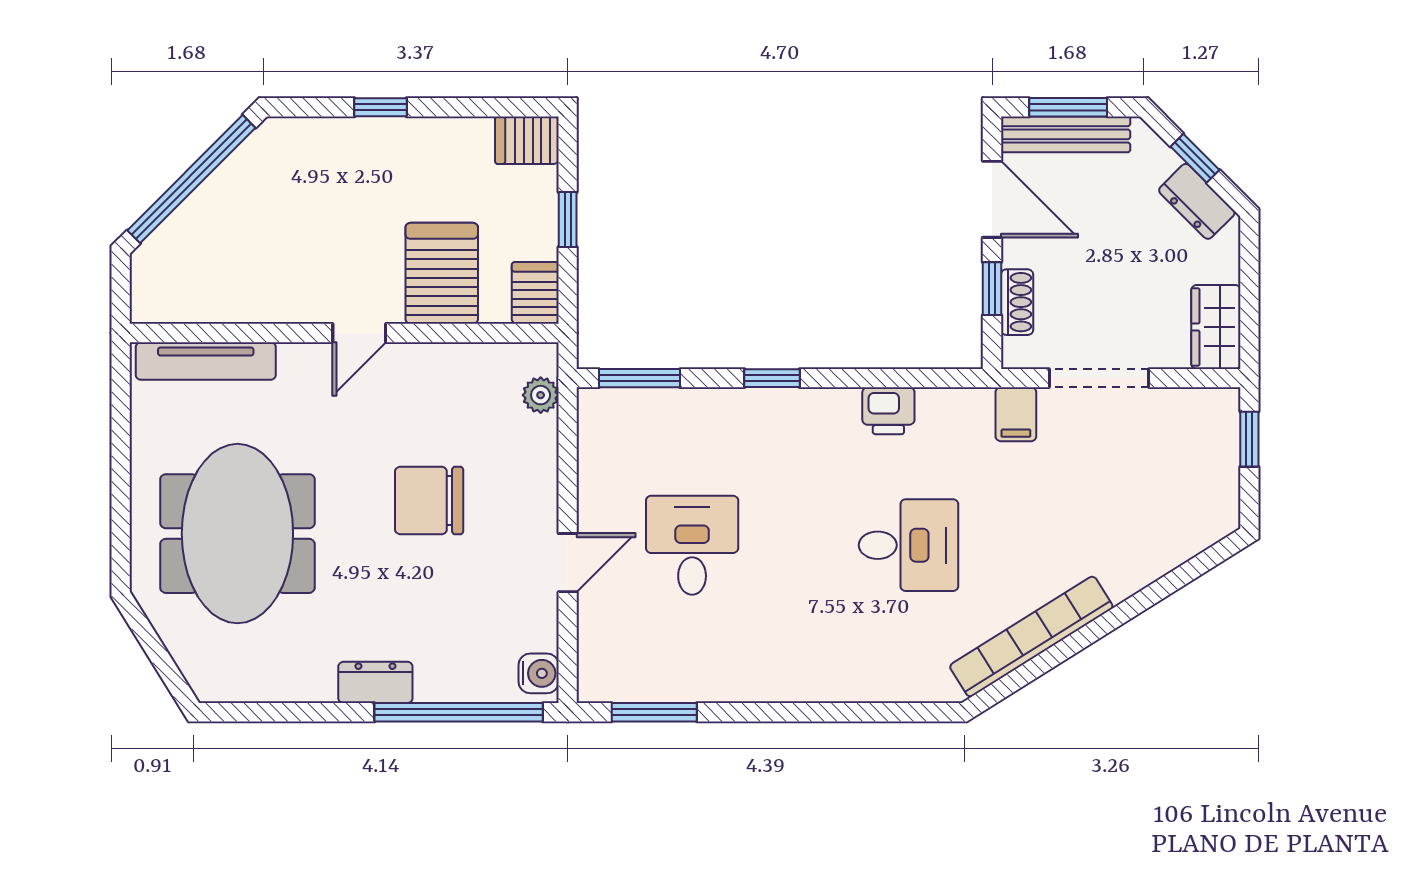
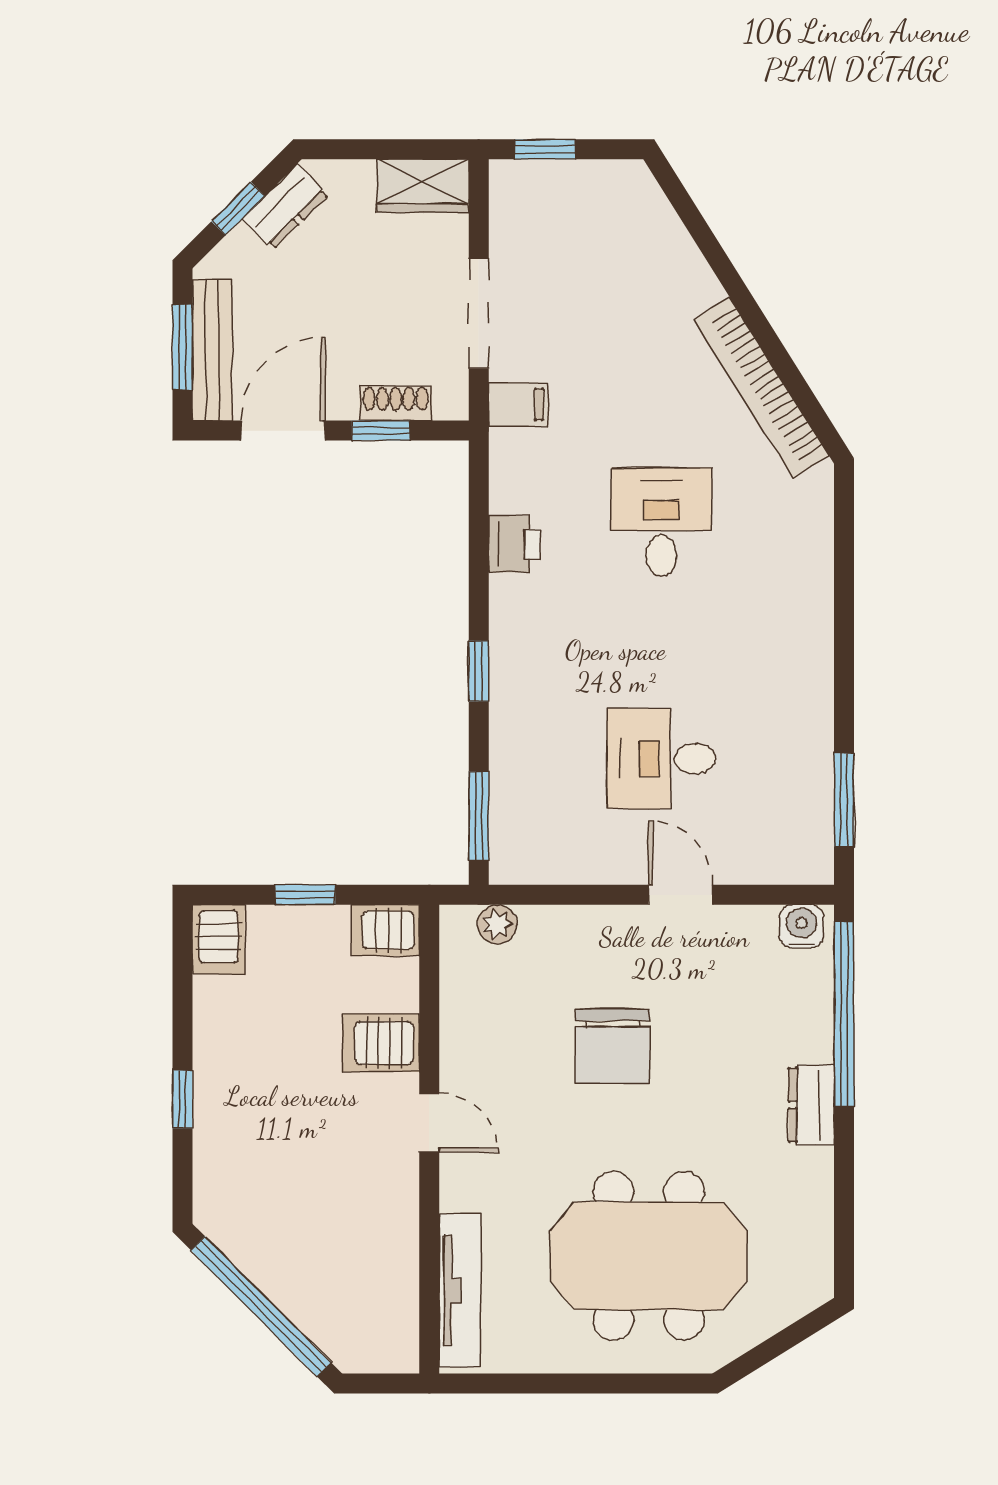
server rack: (442, 273) -> (381, 1043), width x0.73, depth x0.70

